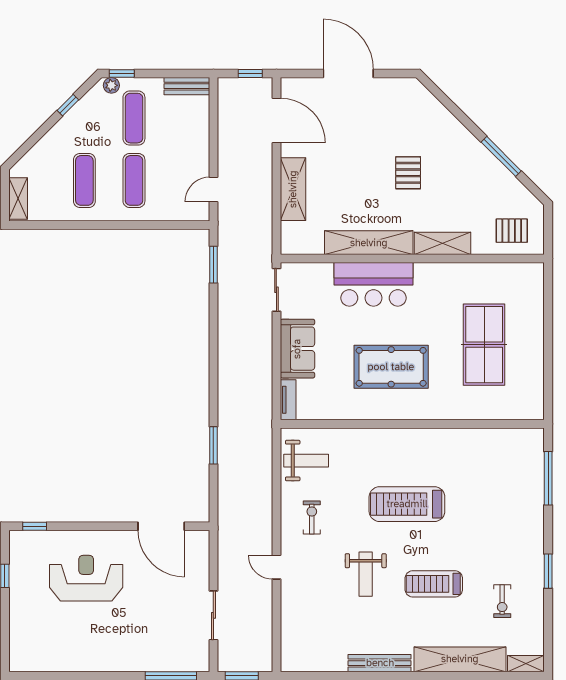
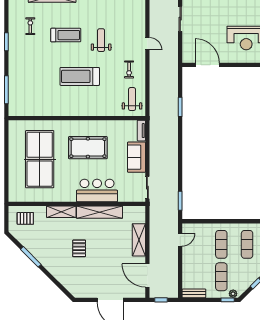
table tennis table: (484, 345) -> (40, 159), width x1.36, depth x1.32
weight bench: (306, 461) -> (132, 99), turned 90
treadmill: (407, 504) -> (80, 76), turned 180

